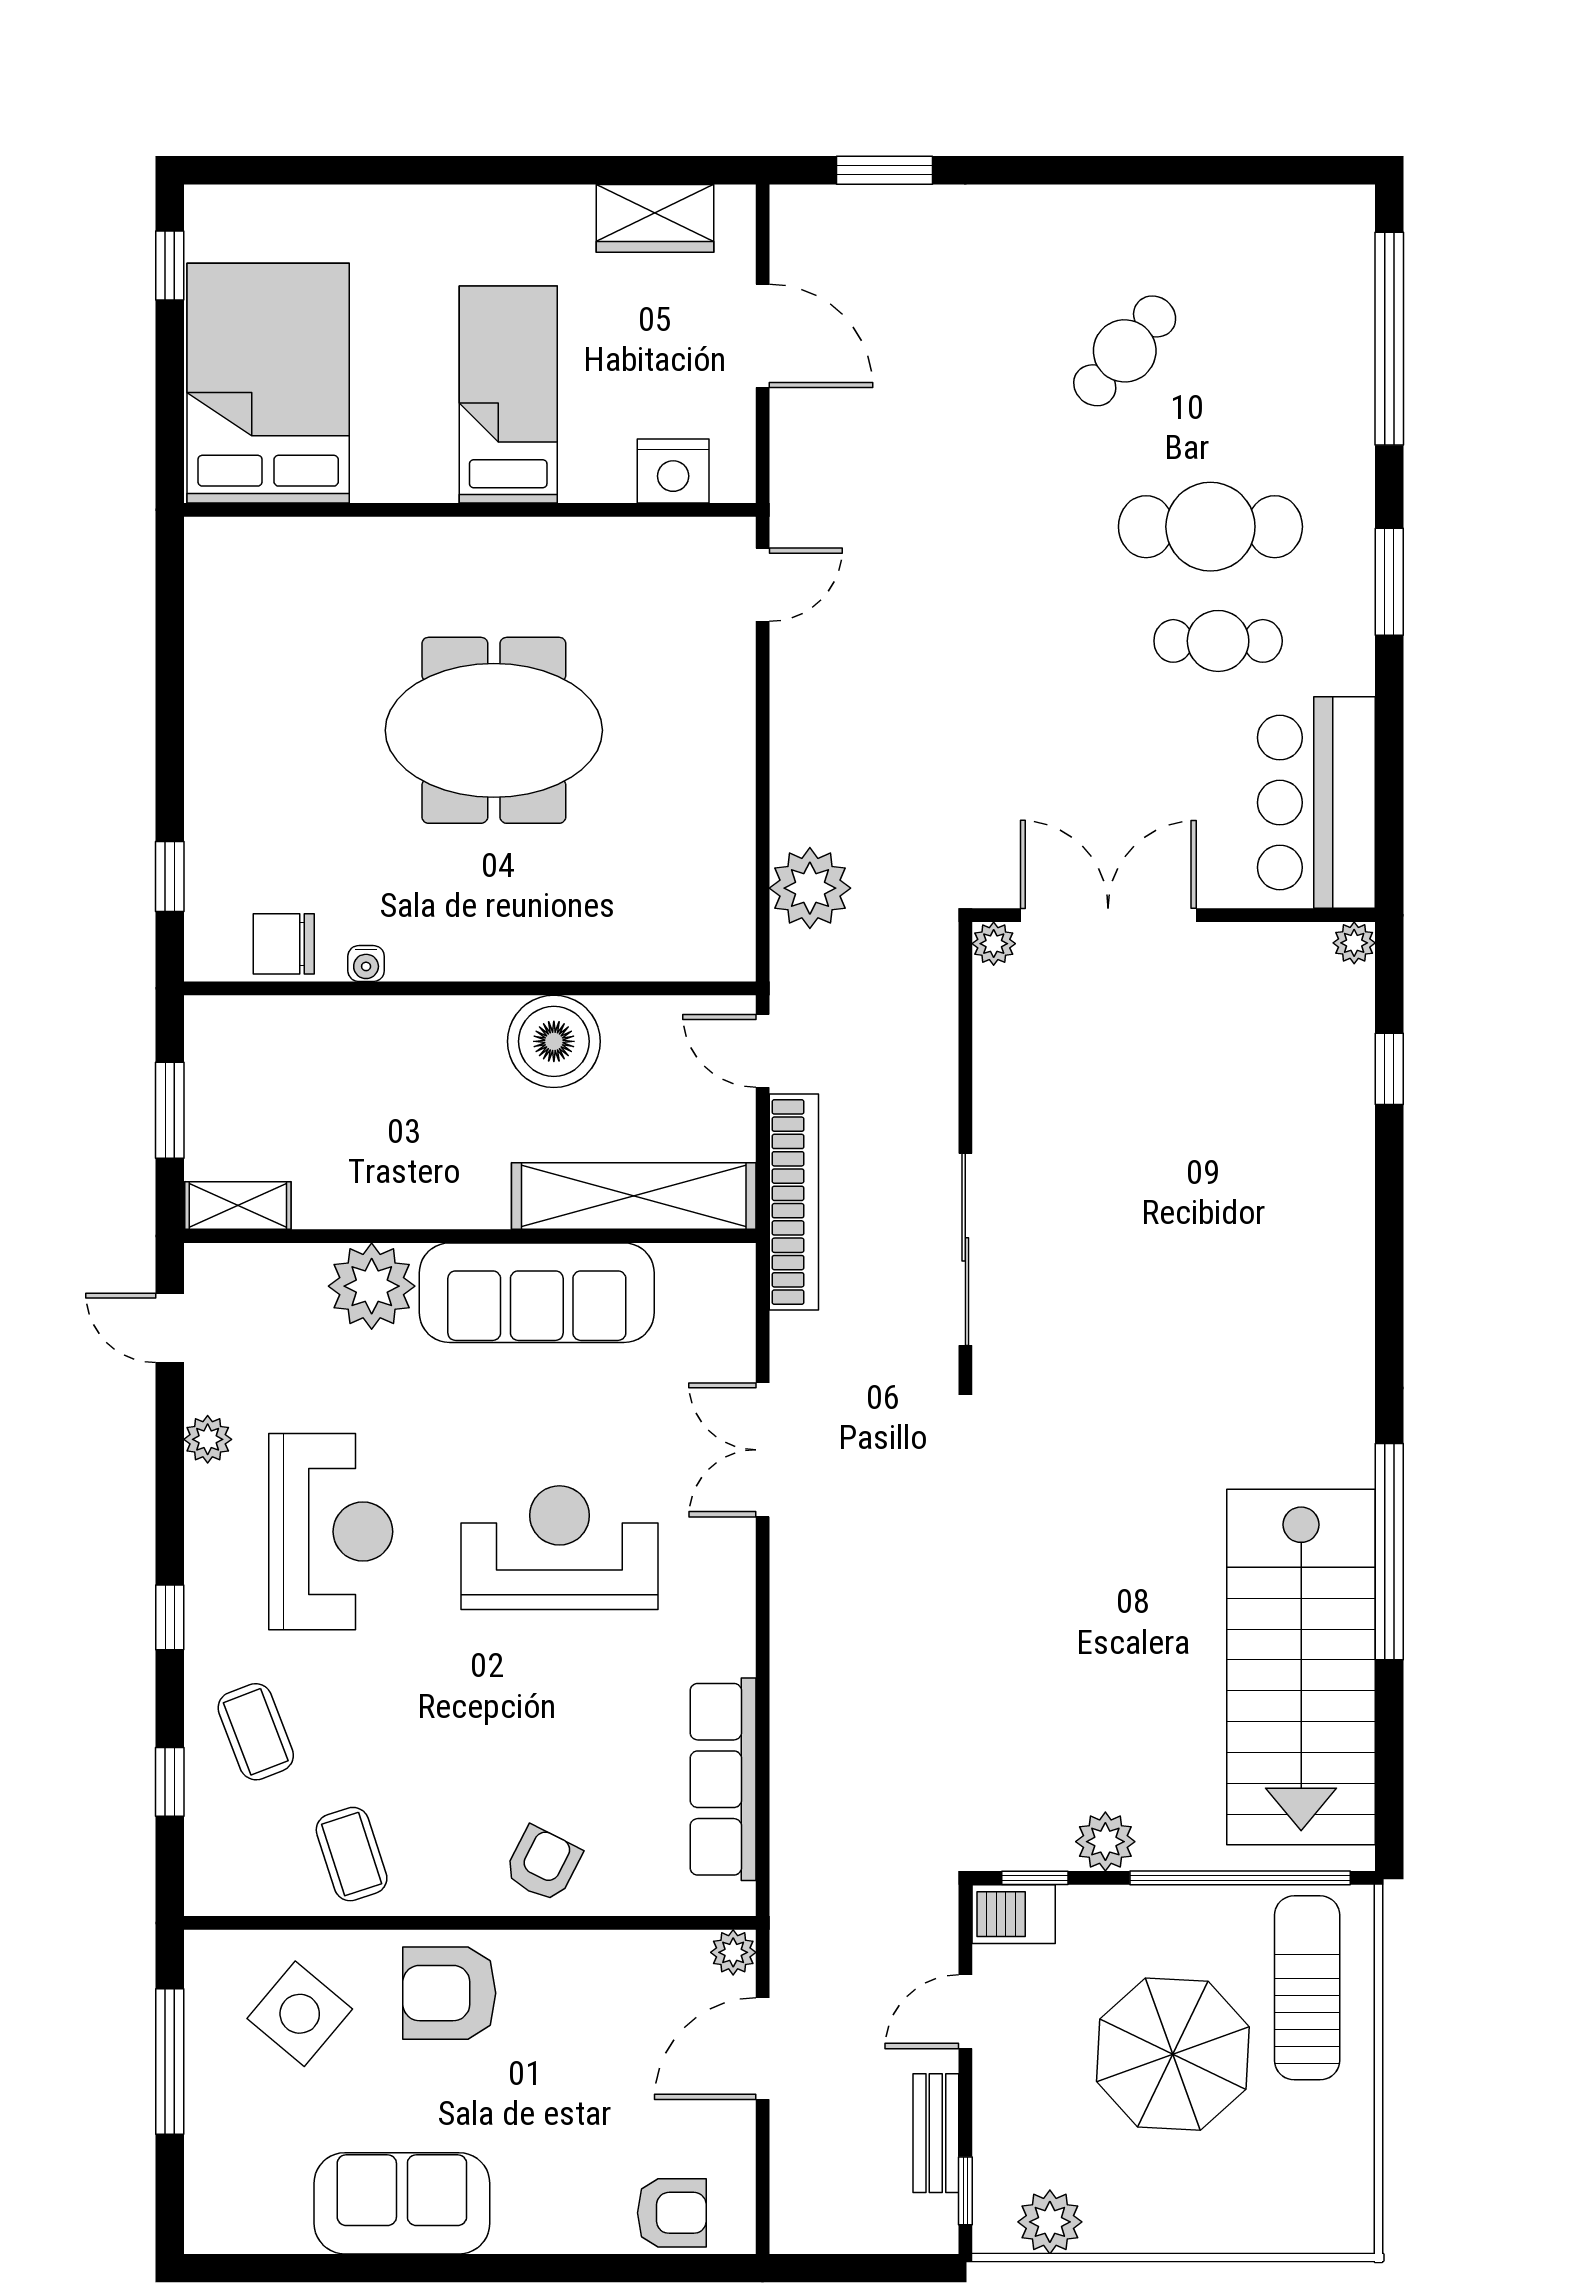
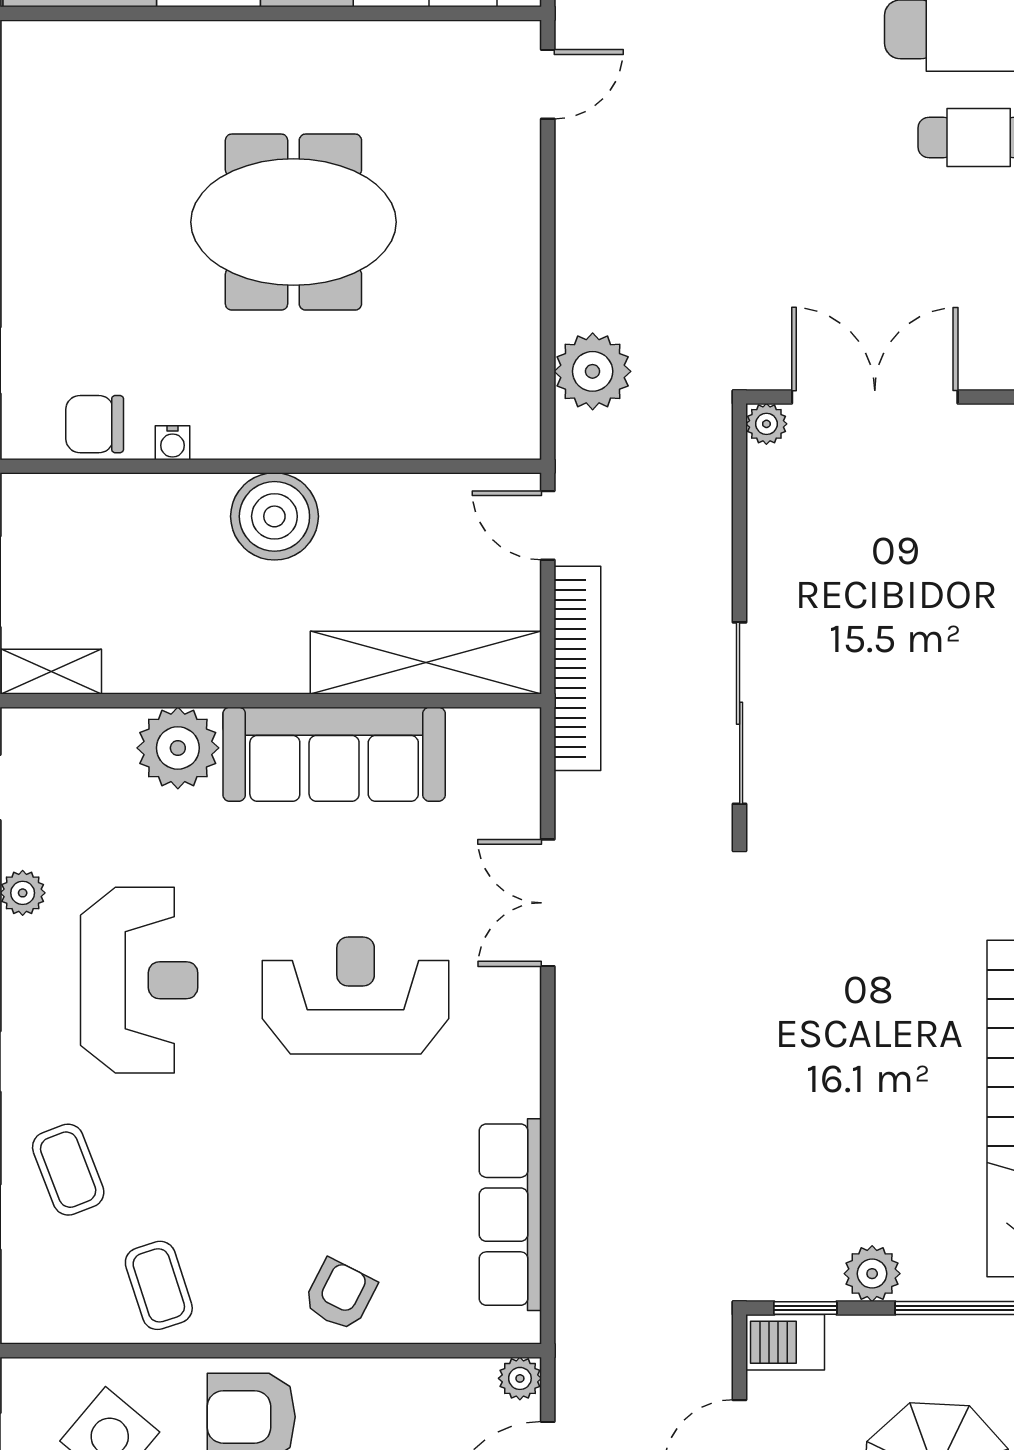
boiler: (554, 1041) -> (274, 516), moved

